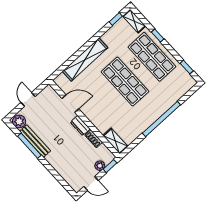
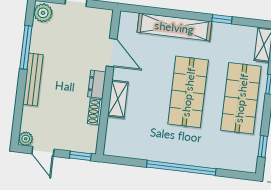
window: (116, 19) -> (222, 19), moved
bench: (35, 141) -> (33, 79), moved
shelving: (115, 141) -> (118, 99), moved
plant: (100, 166) -> (26, 139), moved

